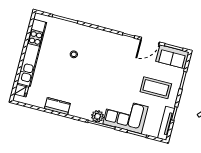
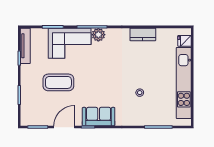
sofa: (172, 57) -> (99, 117), moved
coffee table: (156, 88) -> (58, 82), moved

